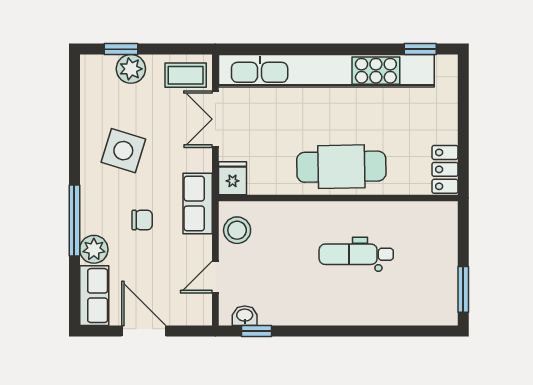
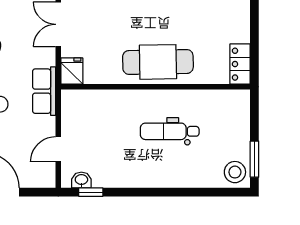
stool: (237, 230) -> (235, 172), moved

